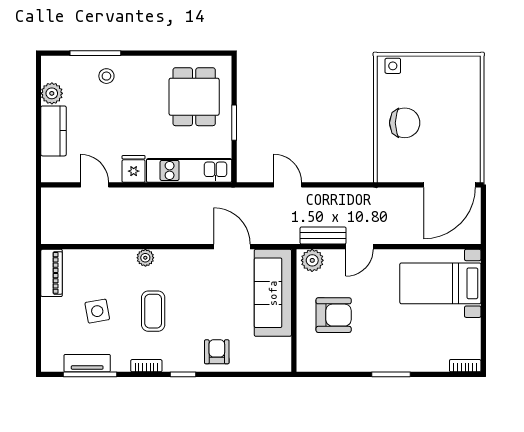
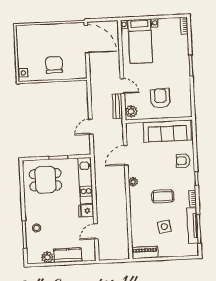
plant: (145, 258) -> (133, 182), moved
sofa: (273, 293) -> (167, 131), moved
tv unit: (87, 363) -> (193, 226), width x1.41

